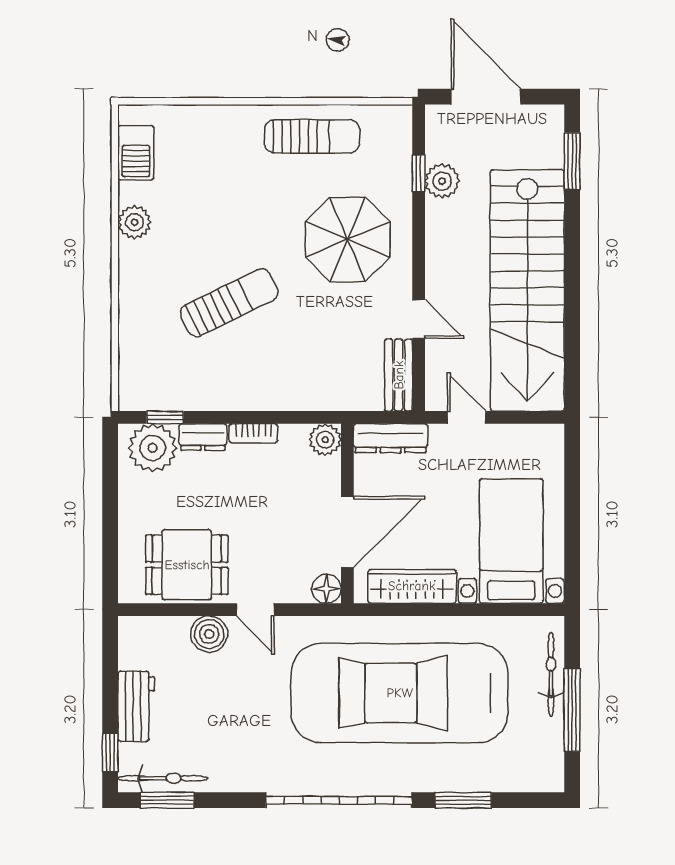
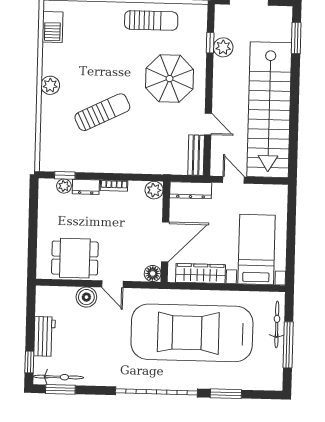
plant: (134, 222) -> (50, 85), moved
plant: (153, 448) -> (64, 186), width x0.53, depth x0.53

